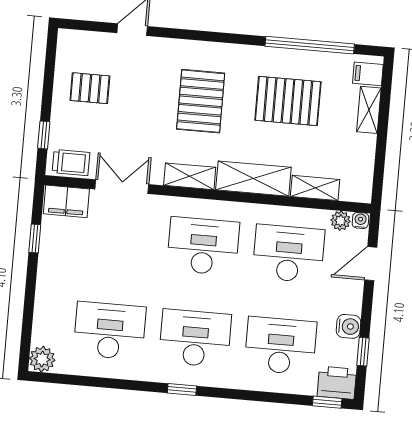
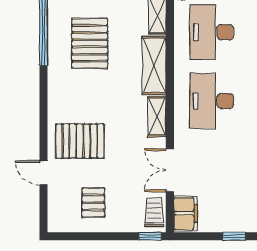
pallet: (201, 101) -> (80, 141), moved
window: (44, 135) -> (150, 236), moved
window: (35, 239) -> (234, 236), moved

